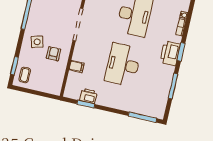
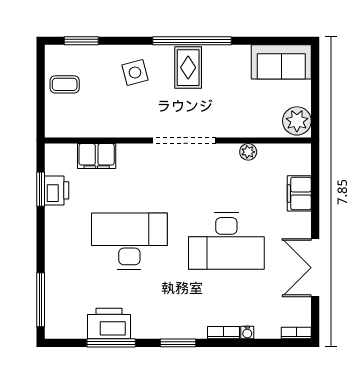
rug: (41, 14) -> (188, 68), added
printer: (170, 53) -> (109, 324), moved
armchair: (54, 54) -> (120, 108), removed
filing cabinet: (77, 67) -> (97, 156), width x2.00
coffee table: (25, 75) -> (65, 84), moved

